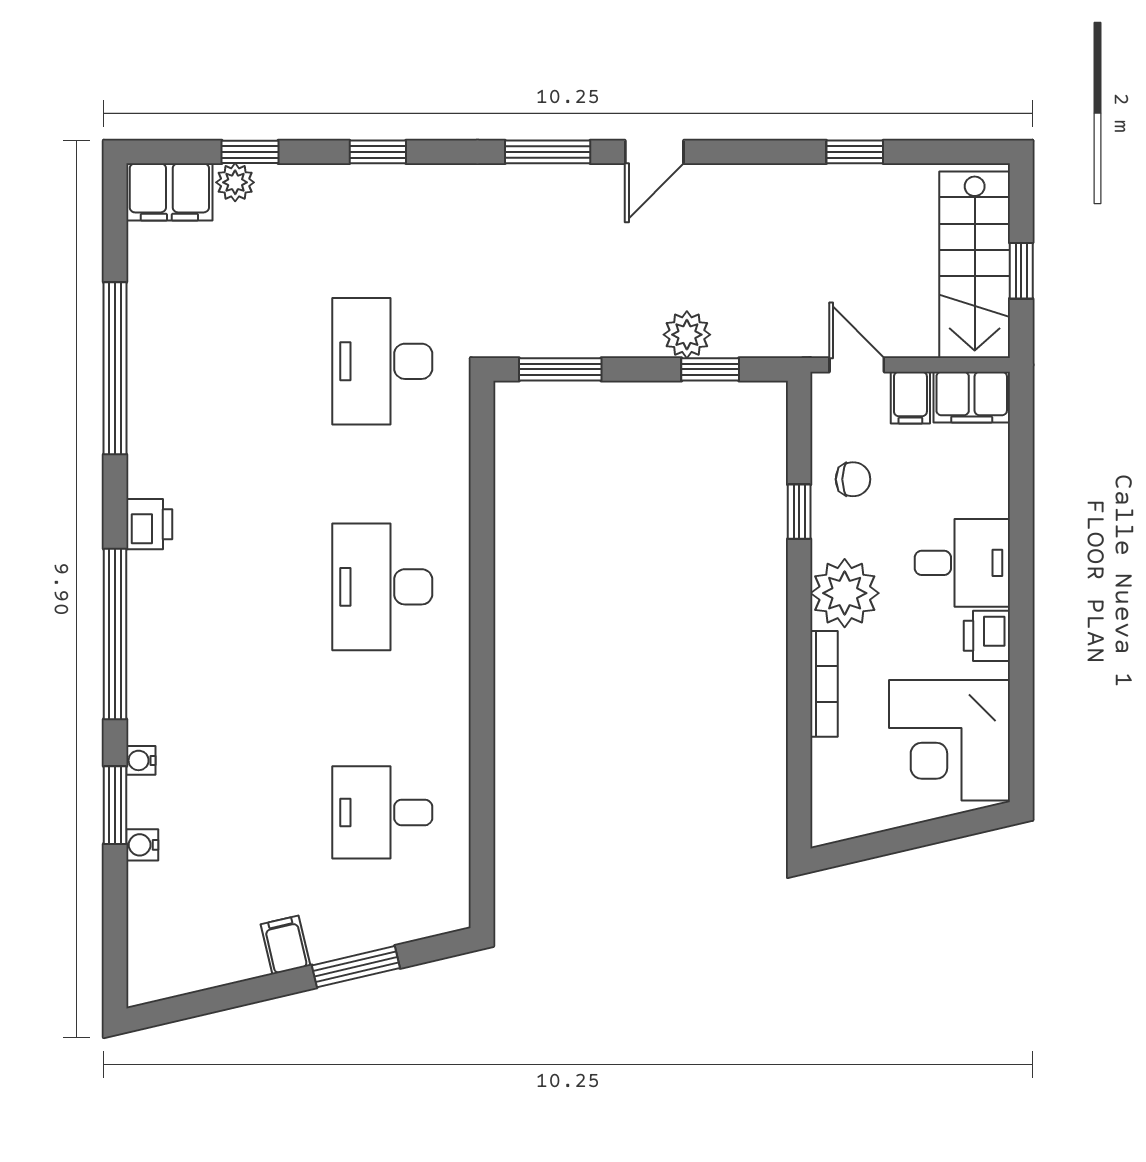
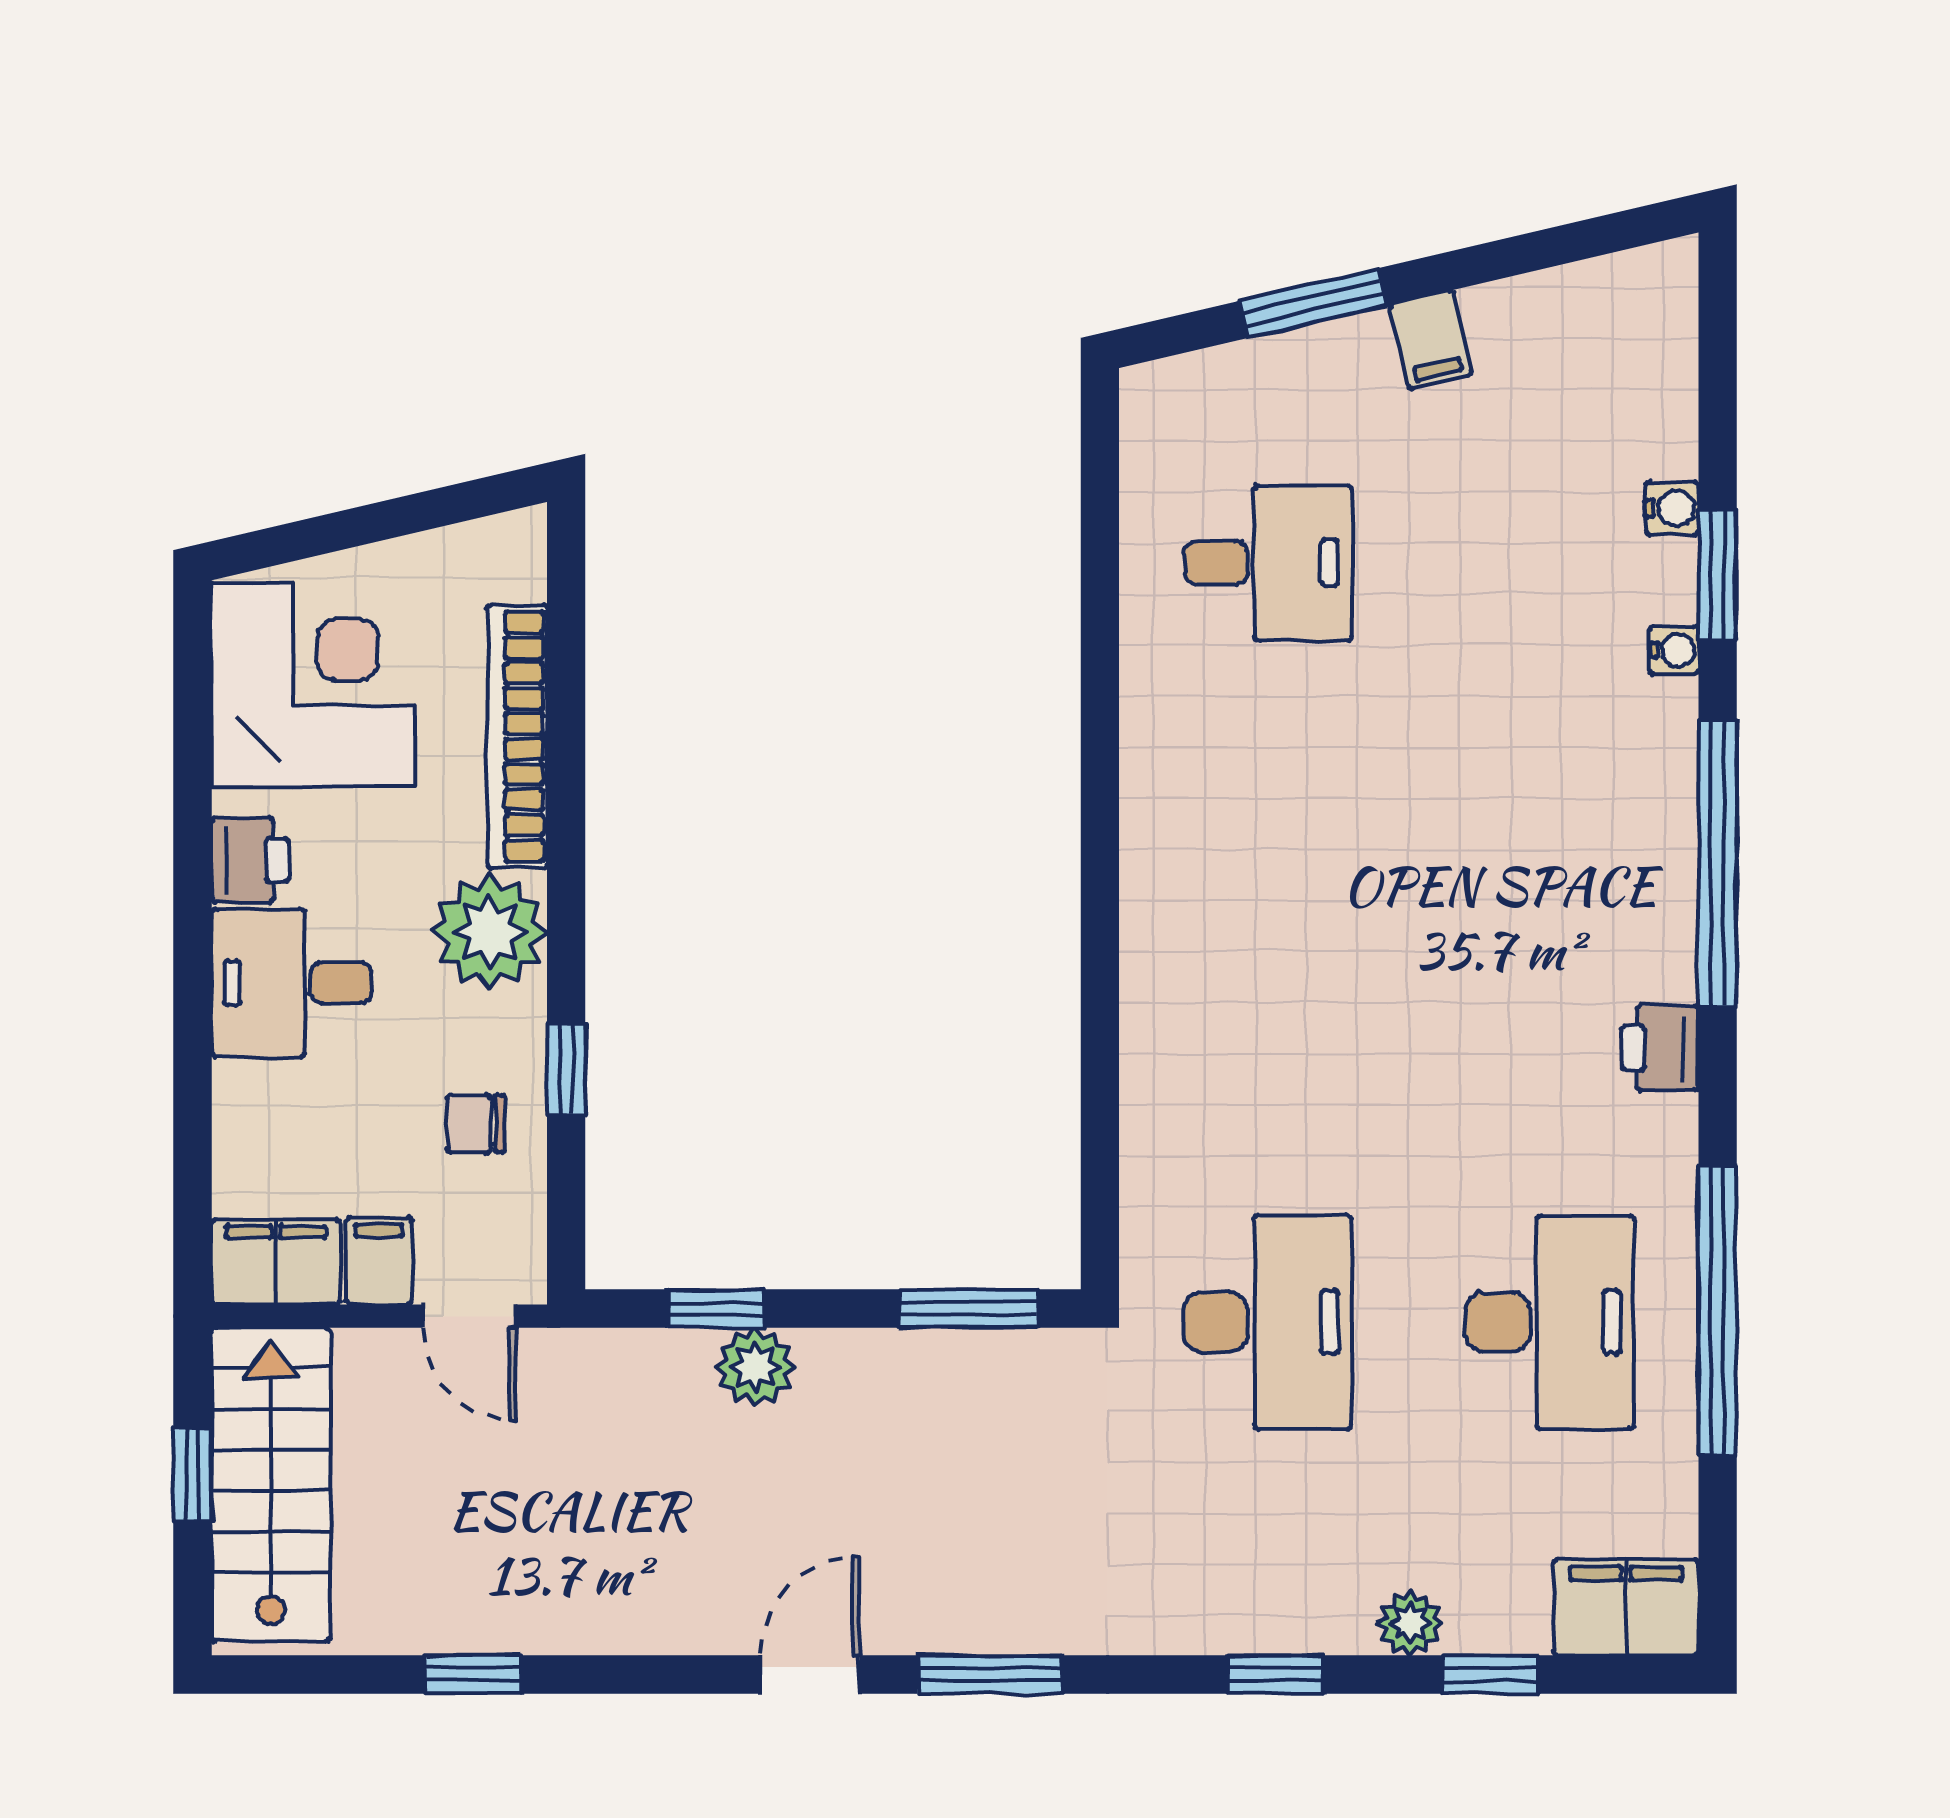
plant: (235, 182) -> (1410, 1623), moved
desk: (382, 587) -> (1550, 1322), moved
bookcase: (824, 684) -> (517, 736), width x1.48, depth x1.31

